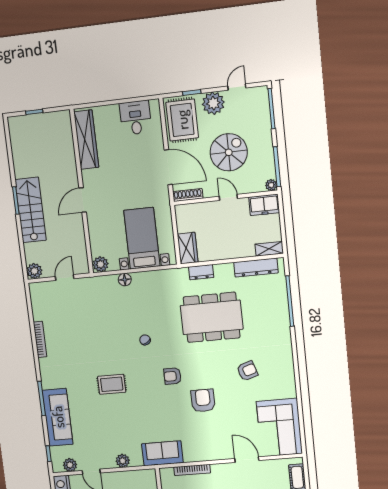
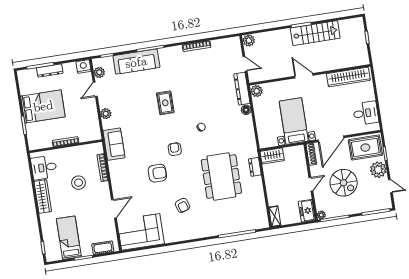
stairs: (31, 210) -> (315, 33), moved
bed with nightstands: (142, 238) -> (294, 121), moved, turned -90
dresser: (256, 267) -> (242, 89), moved

